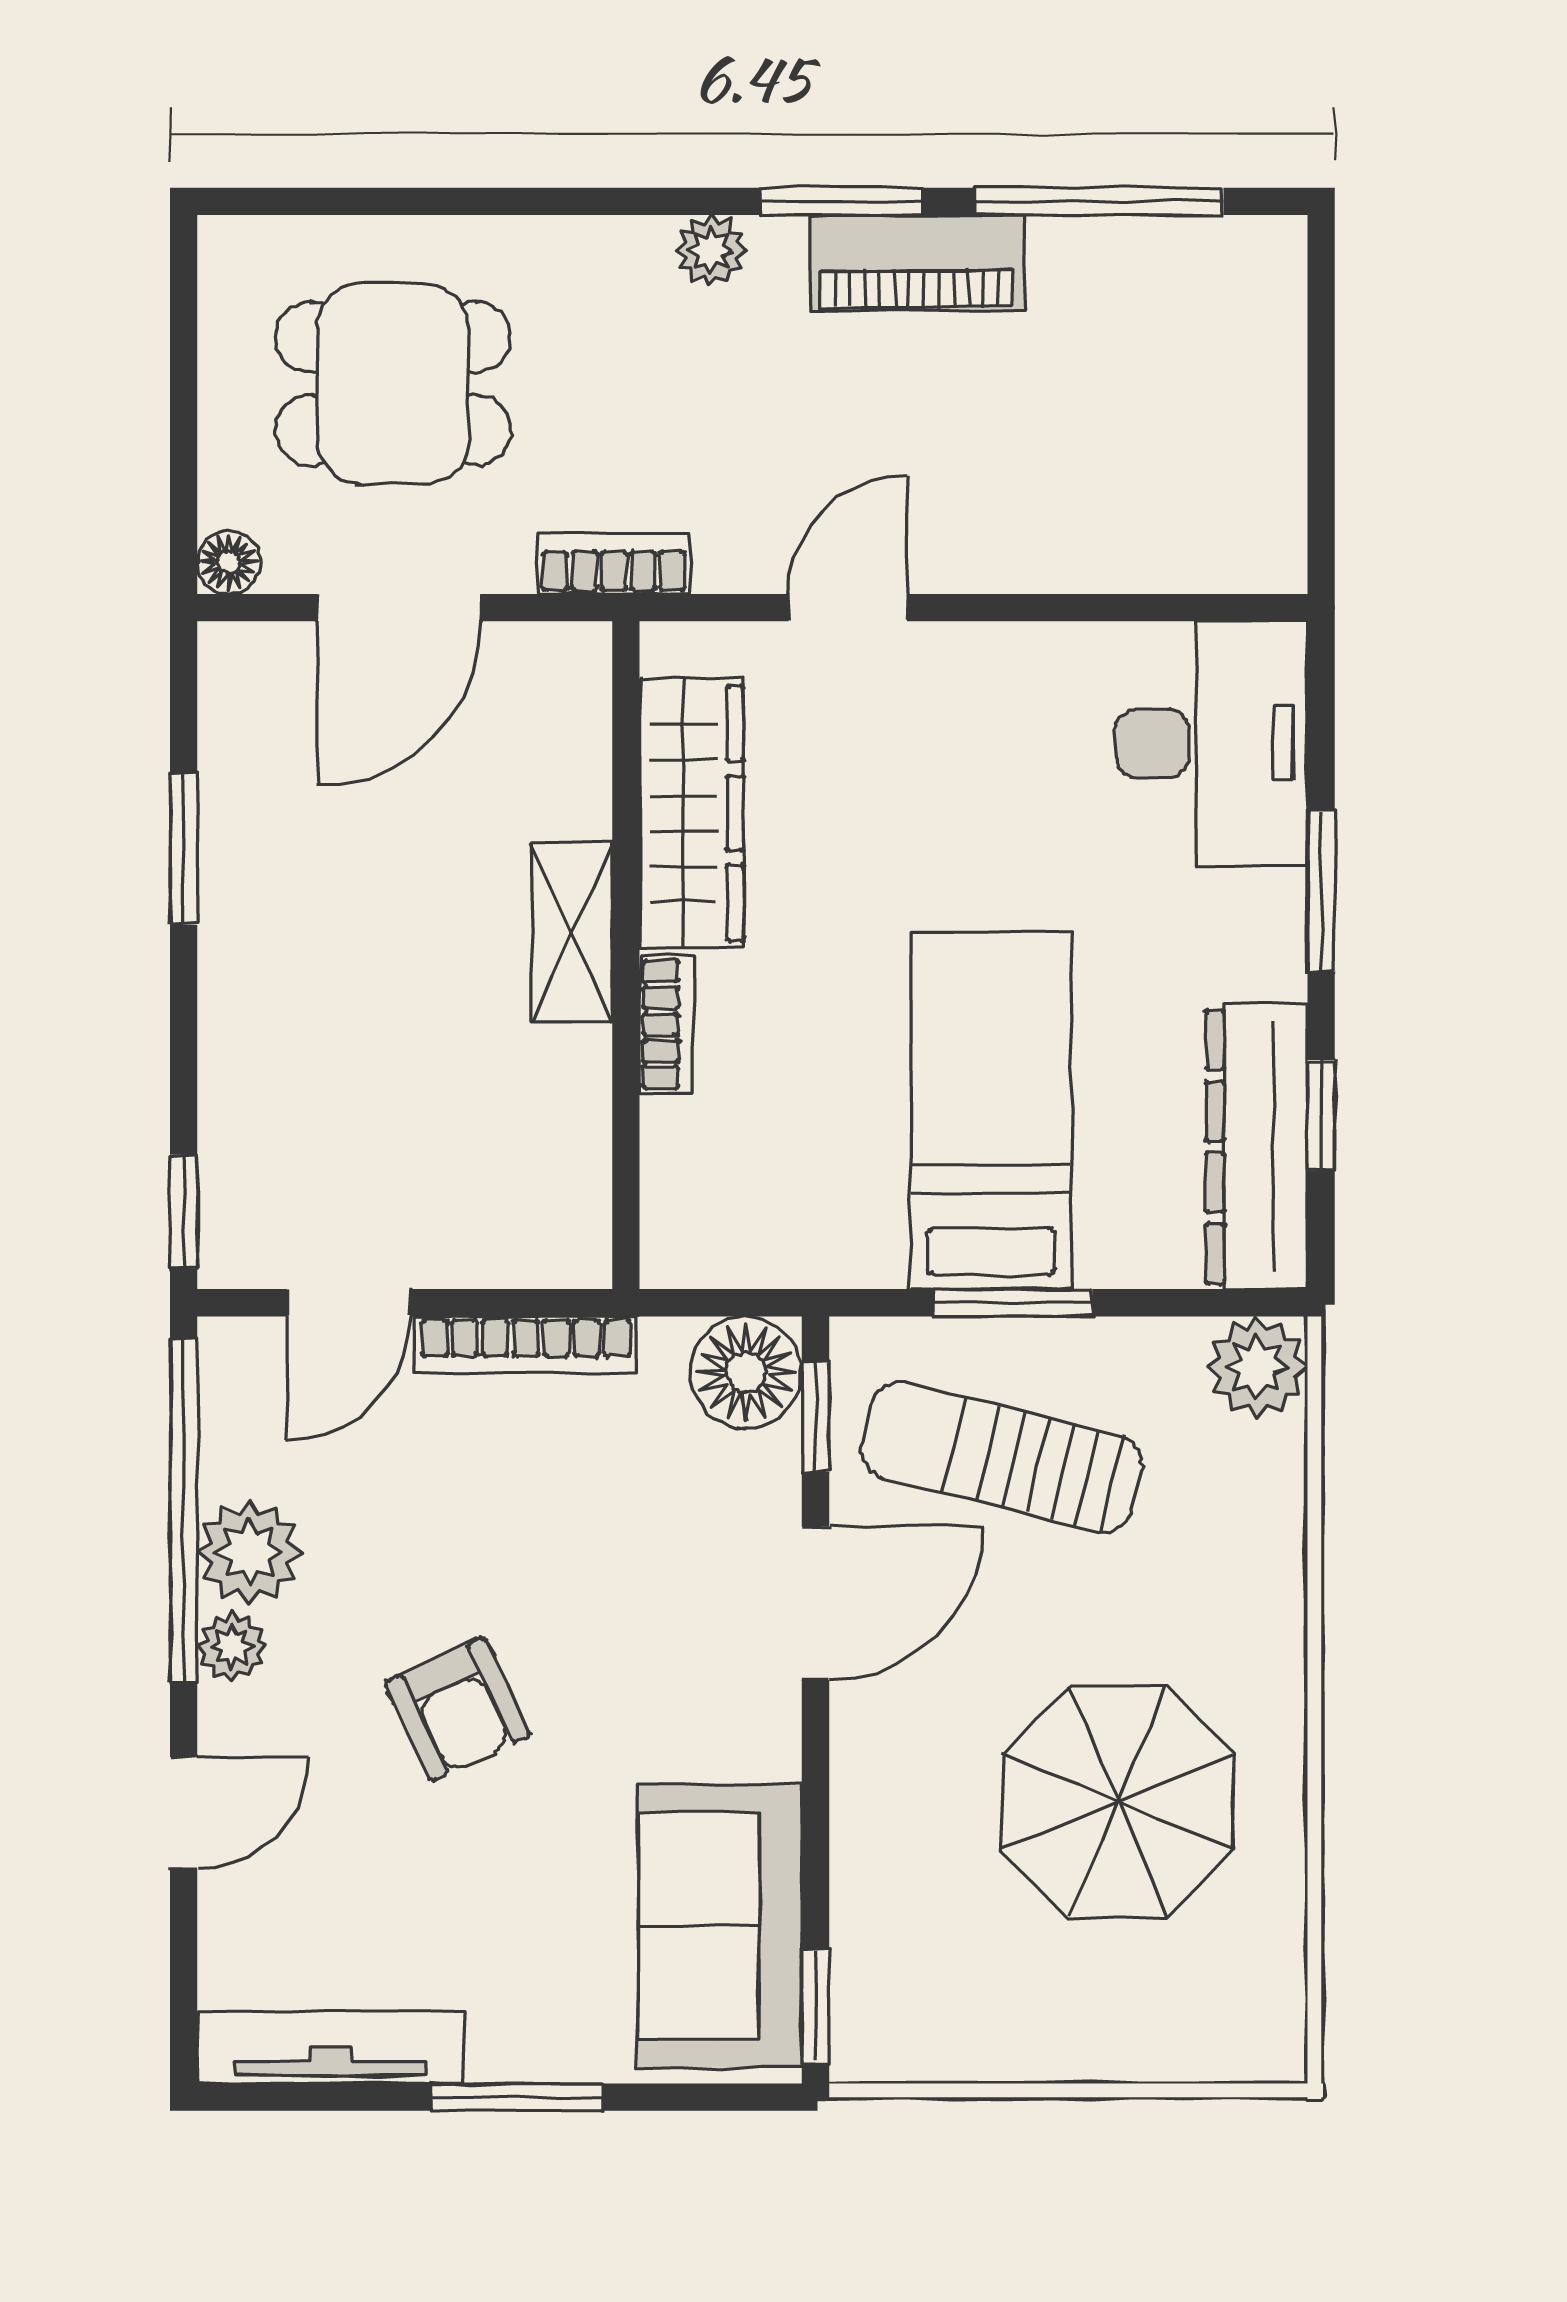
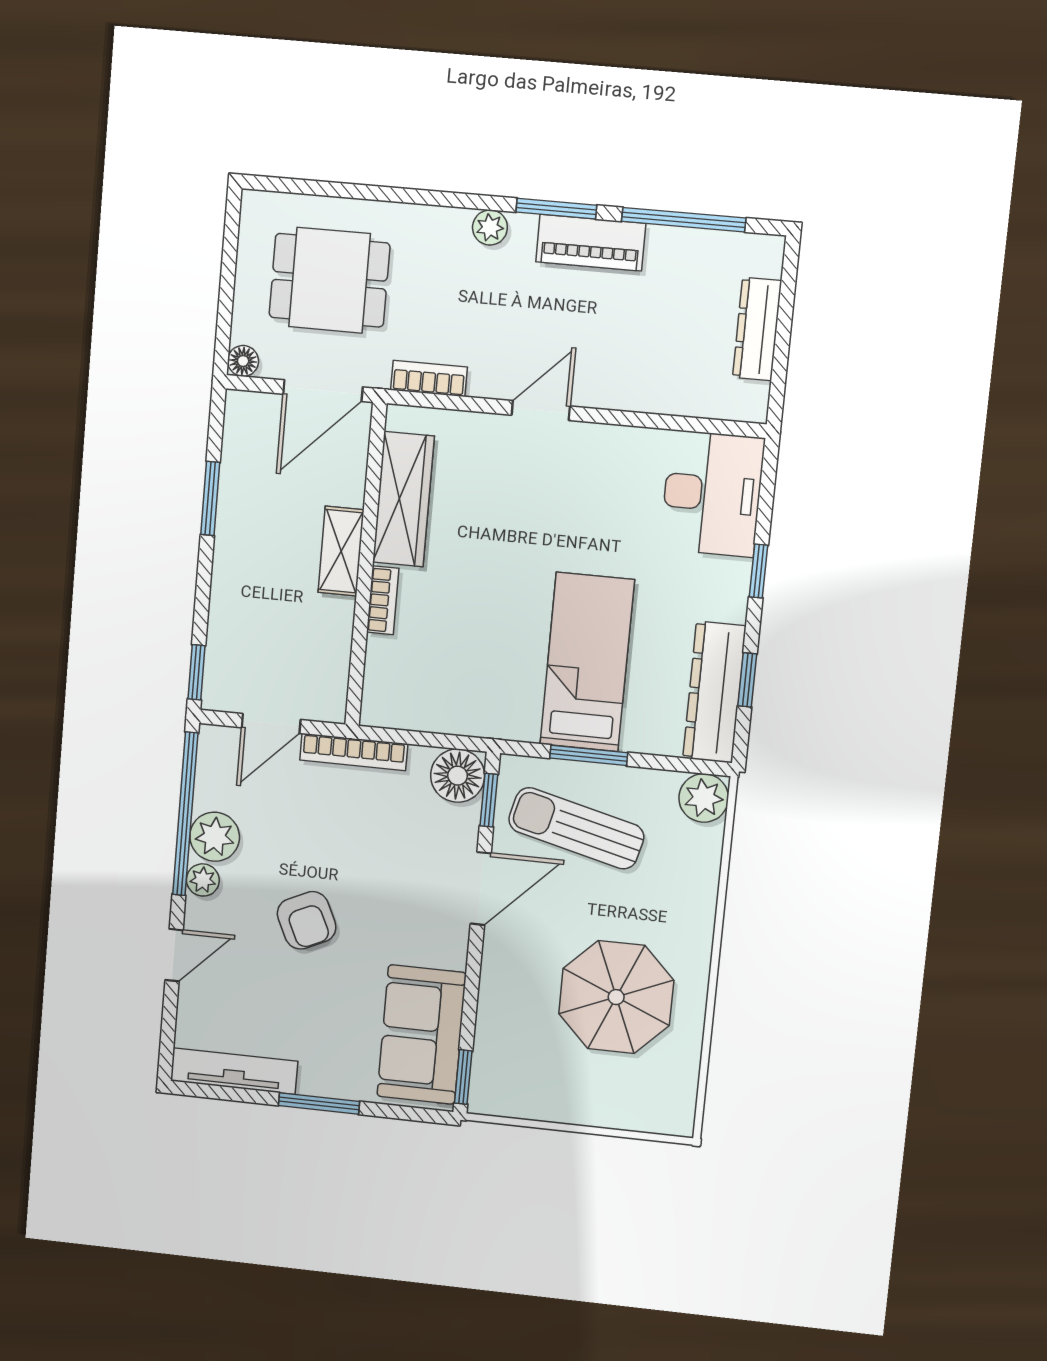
dresser: (1268, 406) -> (757, 329), added
wardrobe: (692, 813) -> (403, 499), moved
window: (1321, 891) -> (759, 571), width x0.67
shelving: (572, 932) -> (341, 551), moved
wall: (626, 955) -> (366, 565), moved
bookcase: (667, 1024) -> (383, 600), moved

